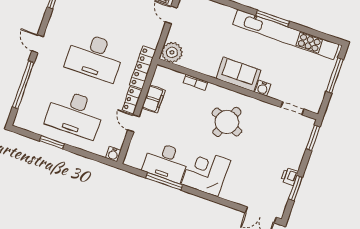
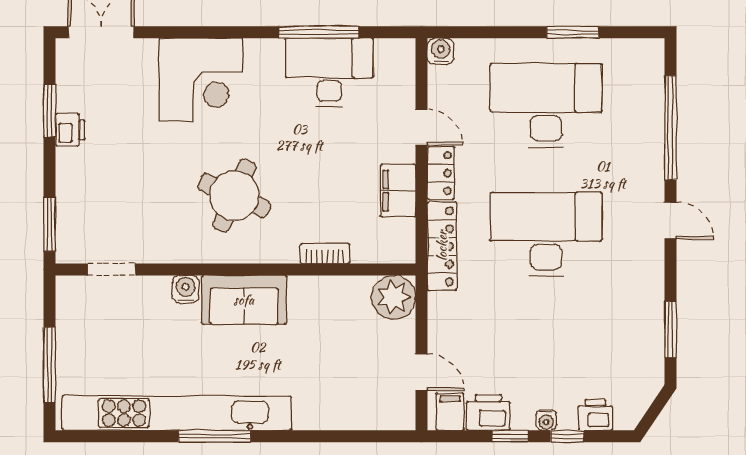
corner desk: (206, 172) -> (201, 80), moved

